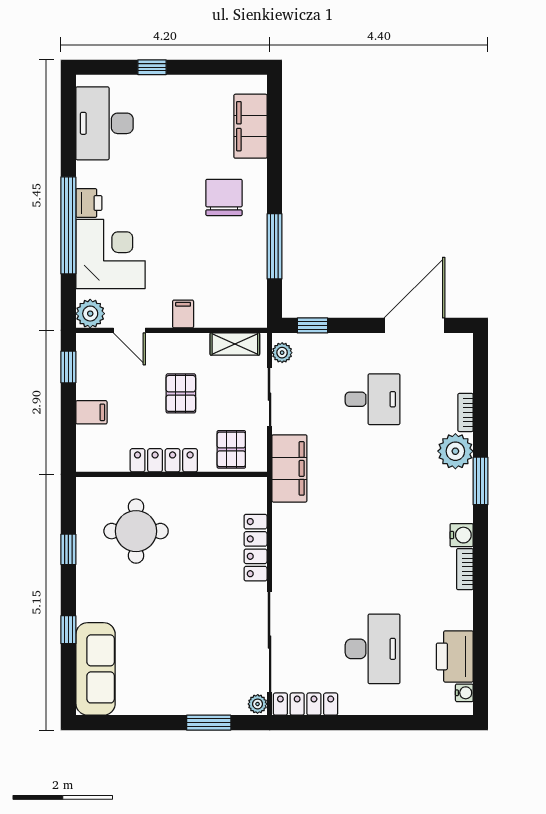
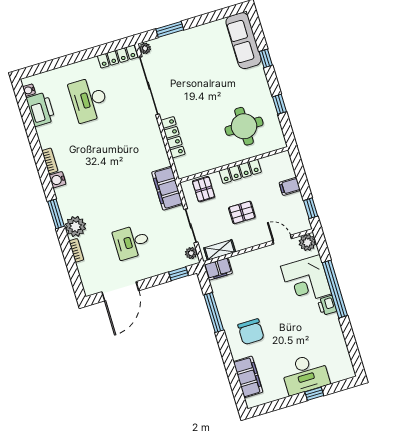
desk: (104, 123) -> (305, 374), moved, turned 90
filing cabinet: (183, 314) -> (218, 269), moved, width x2.00
pallet: (181, 393) -> (242, 212), turned 90

